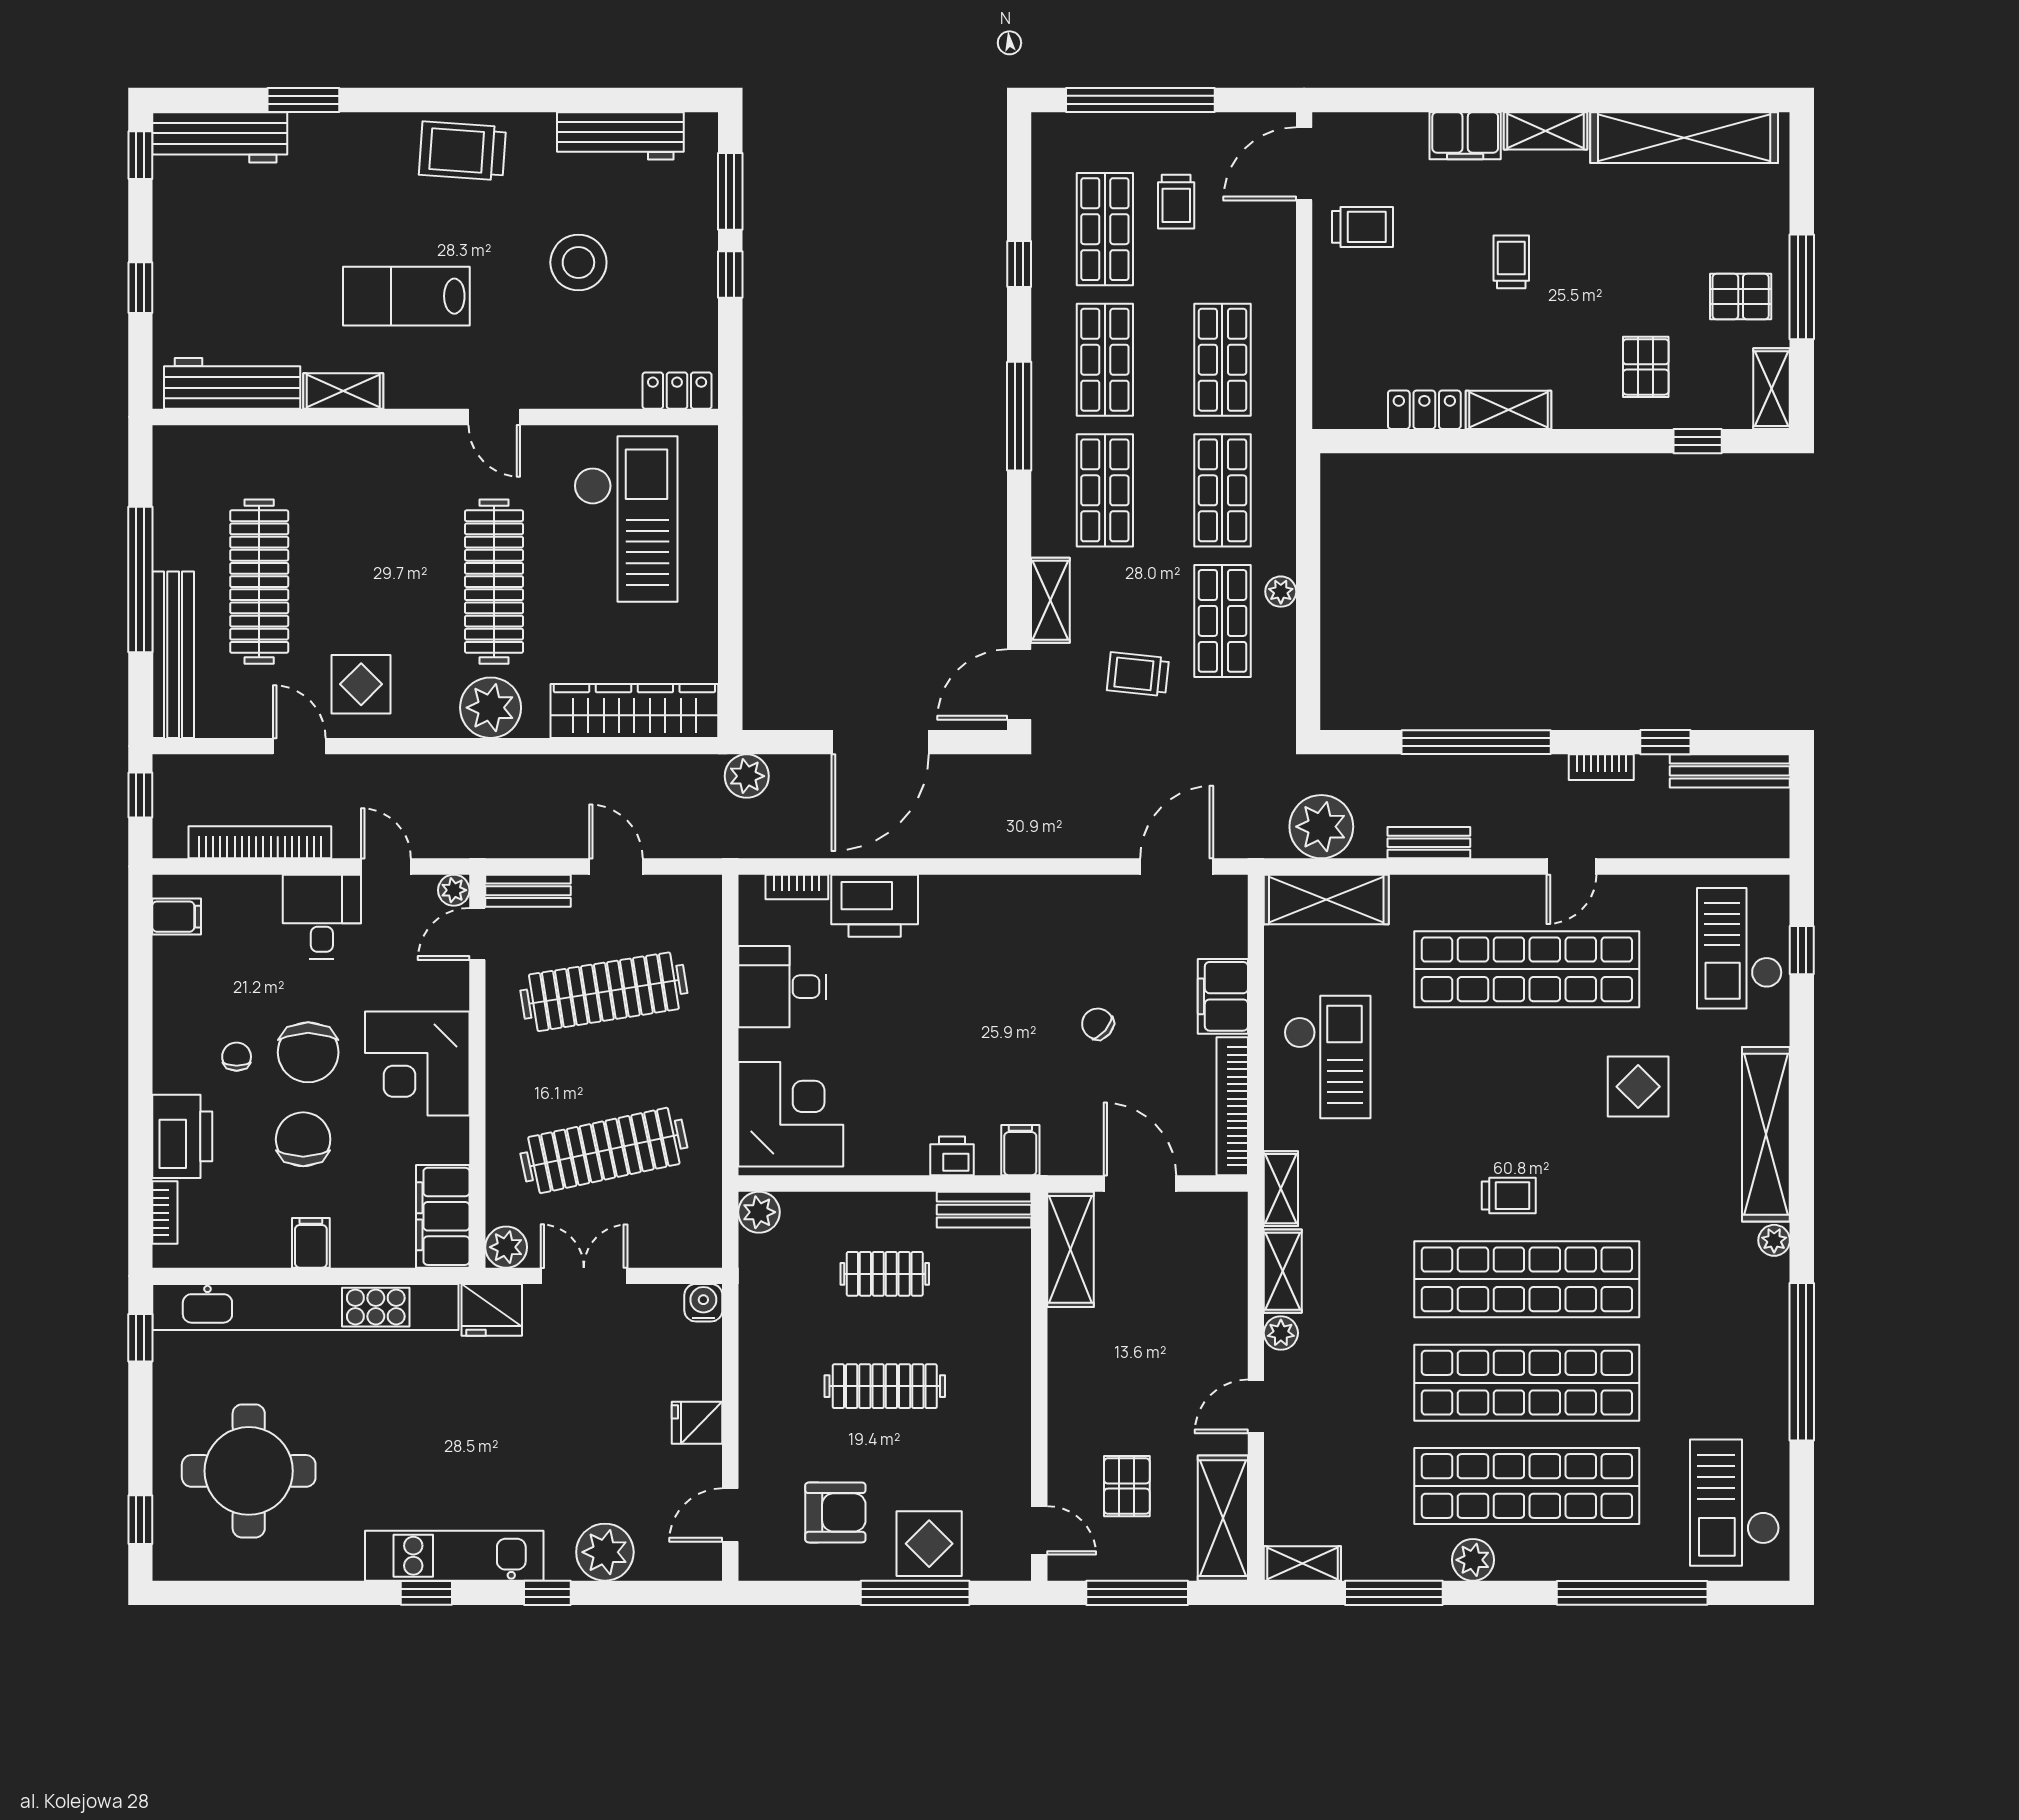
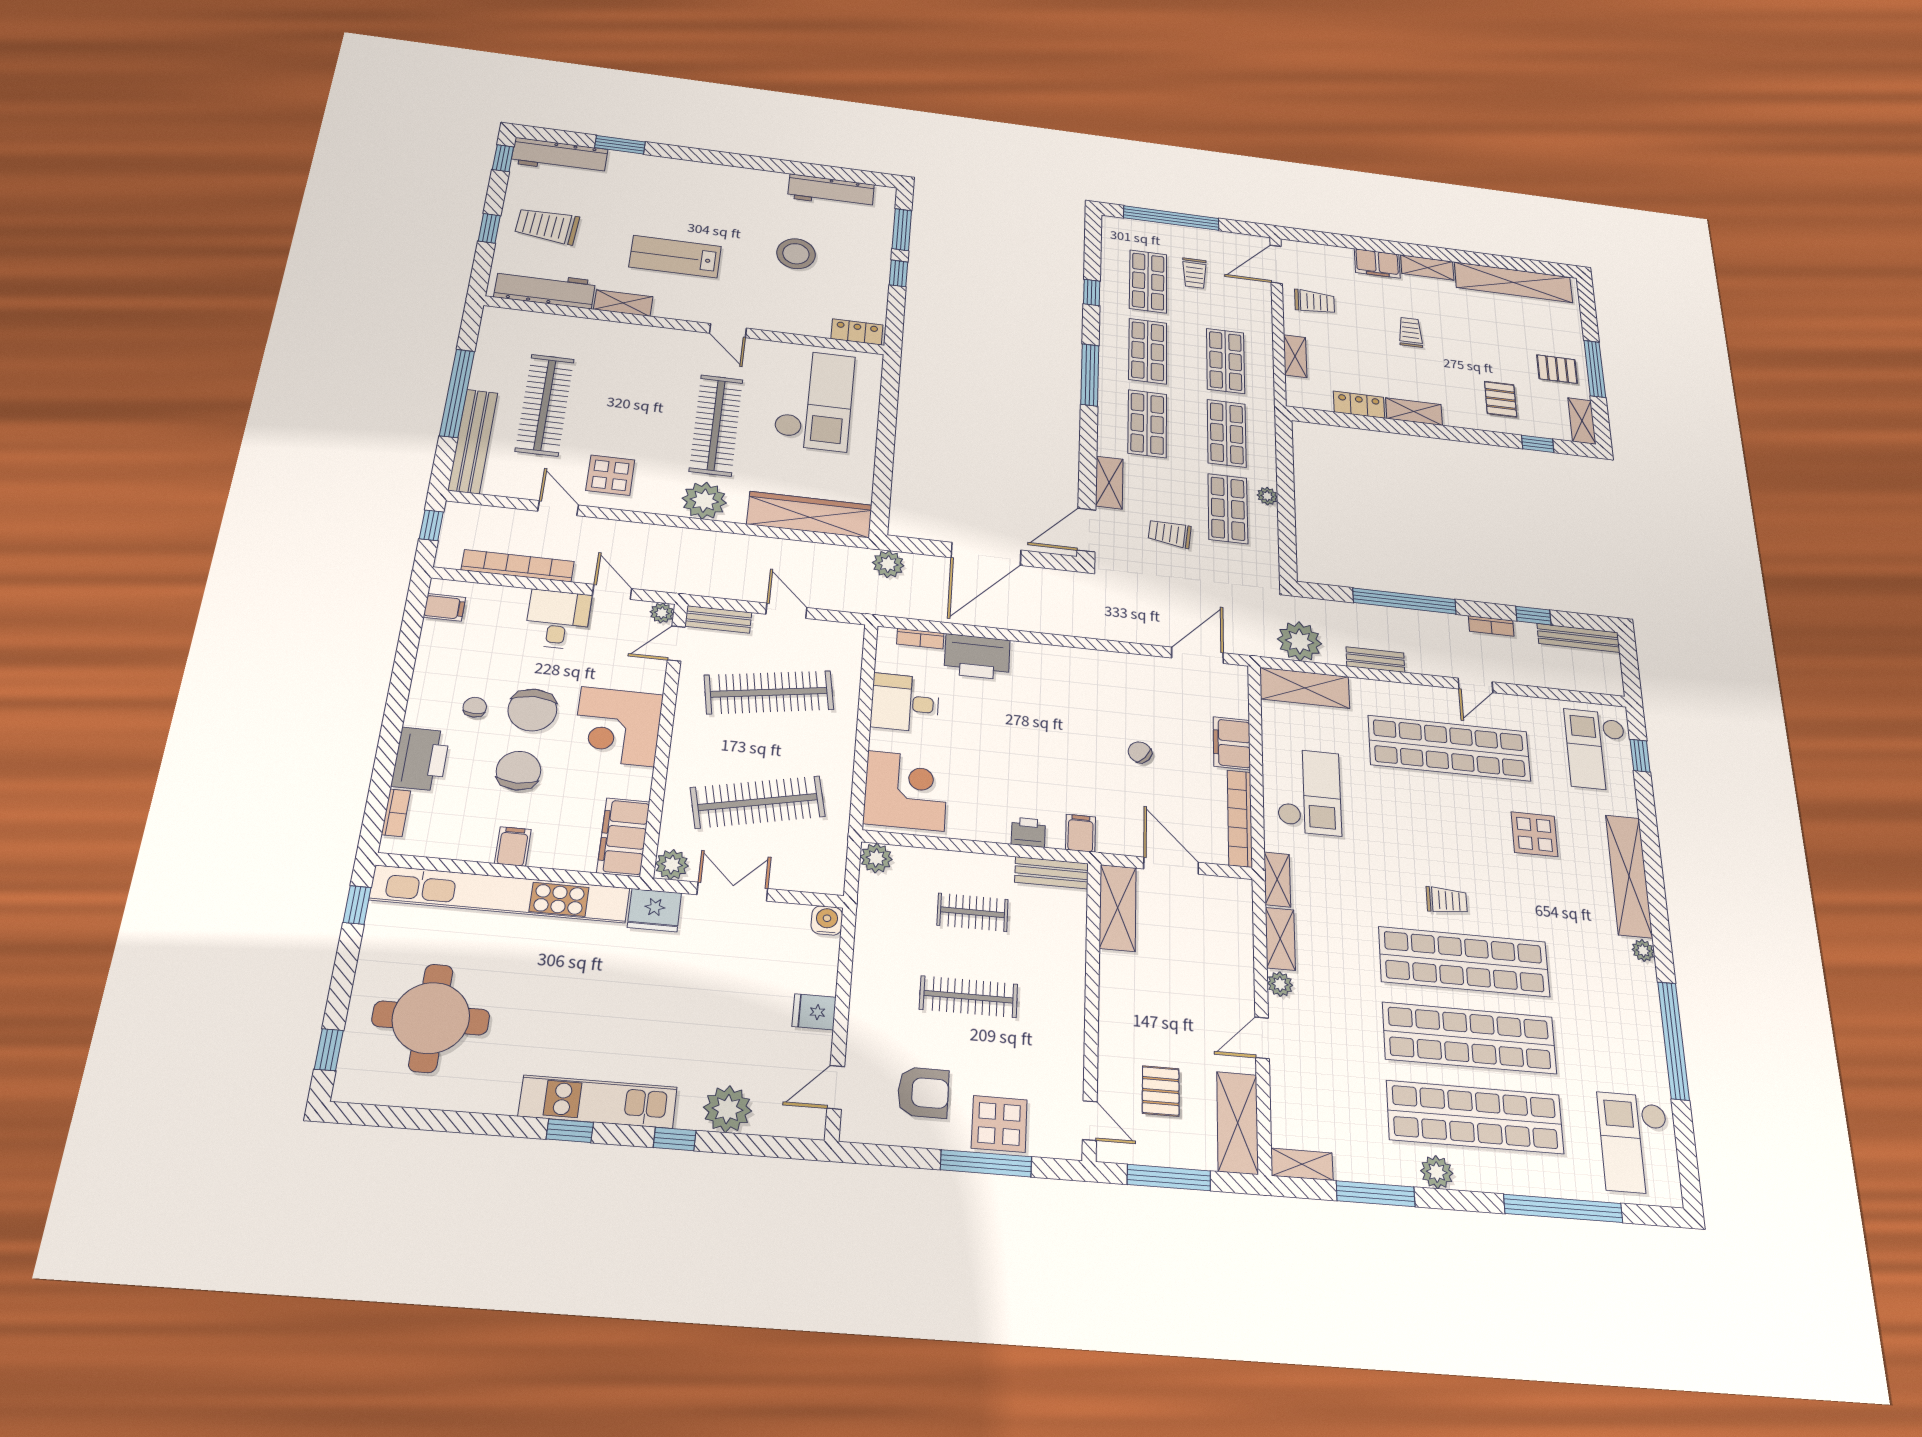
trolley: (463, 151) -> (547, 226), moved
shelving: (1329, 335) -> (1295, 356), added

